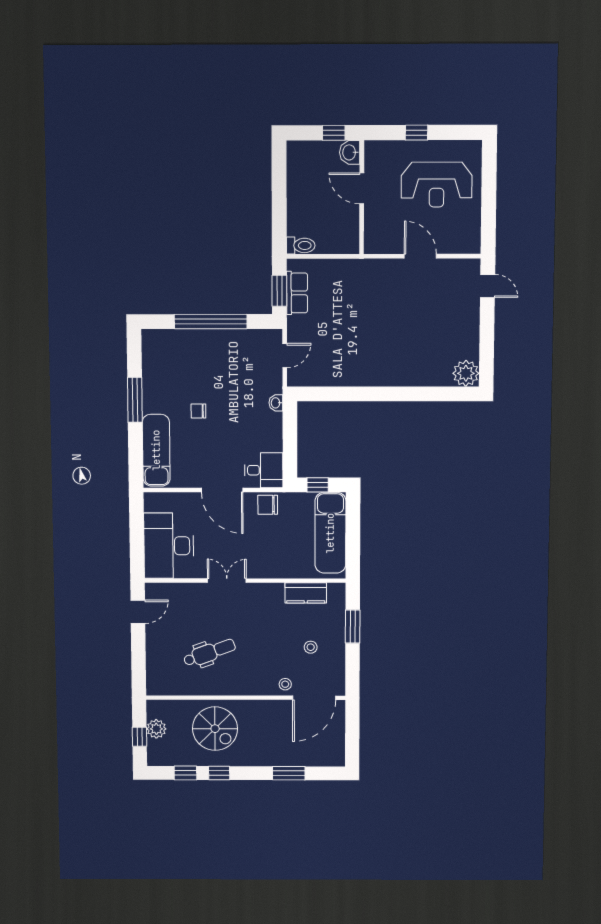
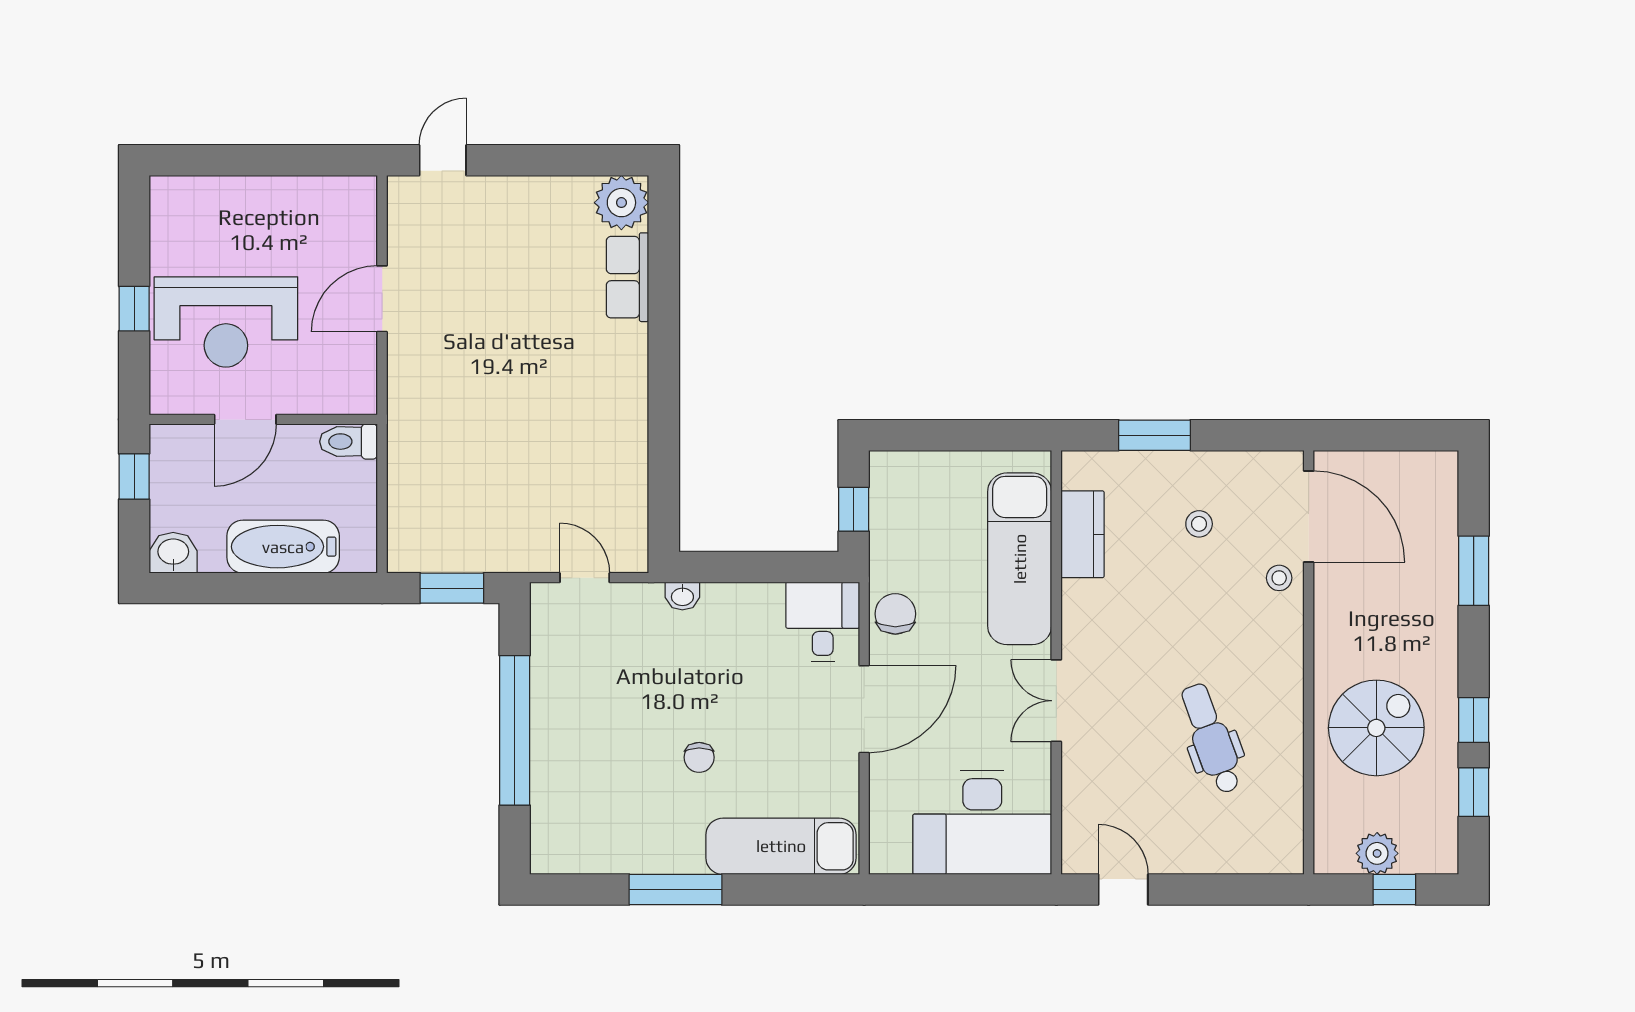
washbasin: (350, 152) -> (173, 553), moved, turned 180
reception desk: (437, 185) -> (226, 322), moved, turned 90
bathtub: (299, 207) -> (283, 547), added
toilet: (301, 245) -> (349, 442), moved, turned -90
row of seats: (297, 293) -> (627, 277), moved, turned -90
chair: (268, 505) -> (895, 614), turned 180
exam couch: (330, 533) -> (1020, 559), moved, turned 90

